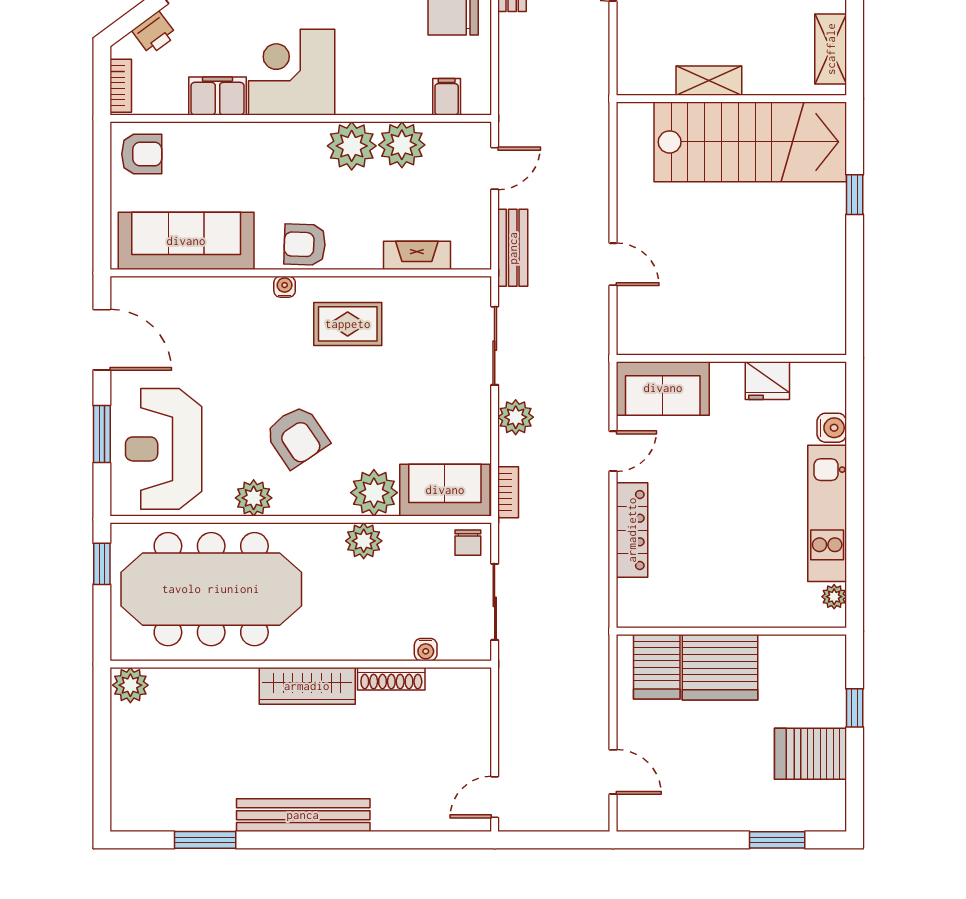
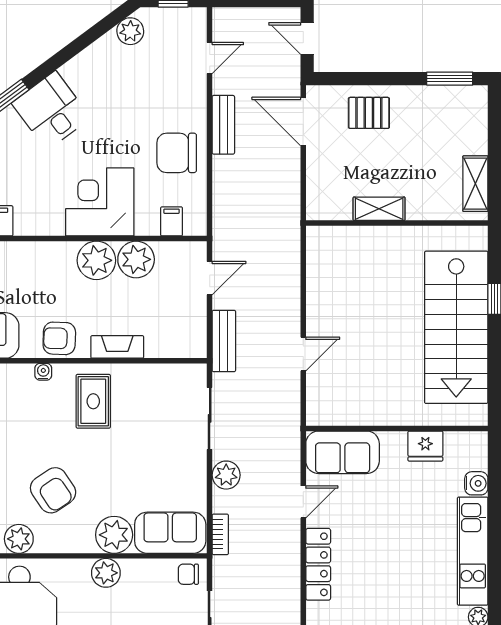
corner desk: (292, 72) -> (100, 202), moved
stairs: (750, 142) -> (456, 327), moved, turned 90
fireplace: (417, 255) -> (117, 347), moved
door: (613, 264) -> (303, 354), hinge flipped
rug: (348, 324) -> (93, 401), turned 90
chair: (468, 543) -> (188, 574), turned 90

